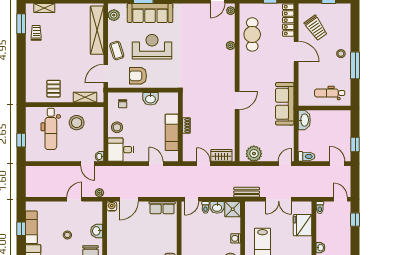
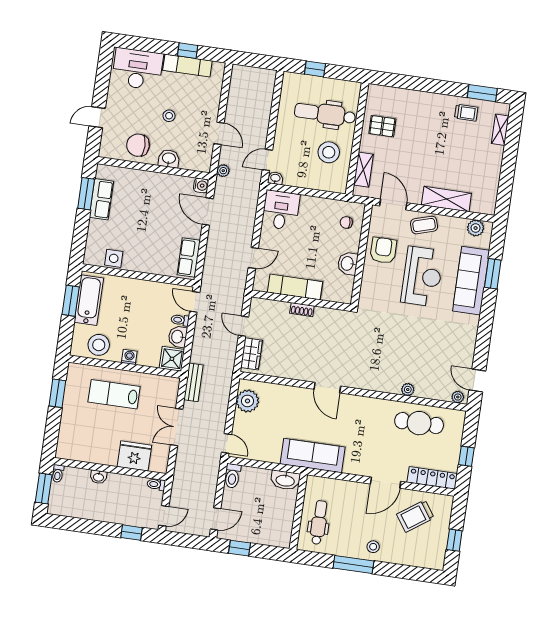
shelving: (97, 30) -> (446, 199), width x0.68
stool: (117, 127) -> (314, 209), removed
door: (203, 164) -> (243, 326), swing flipped

